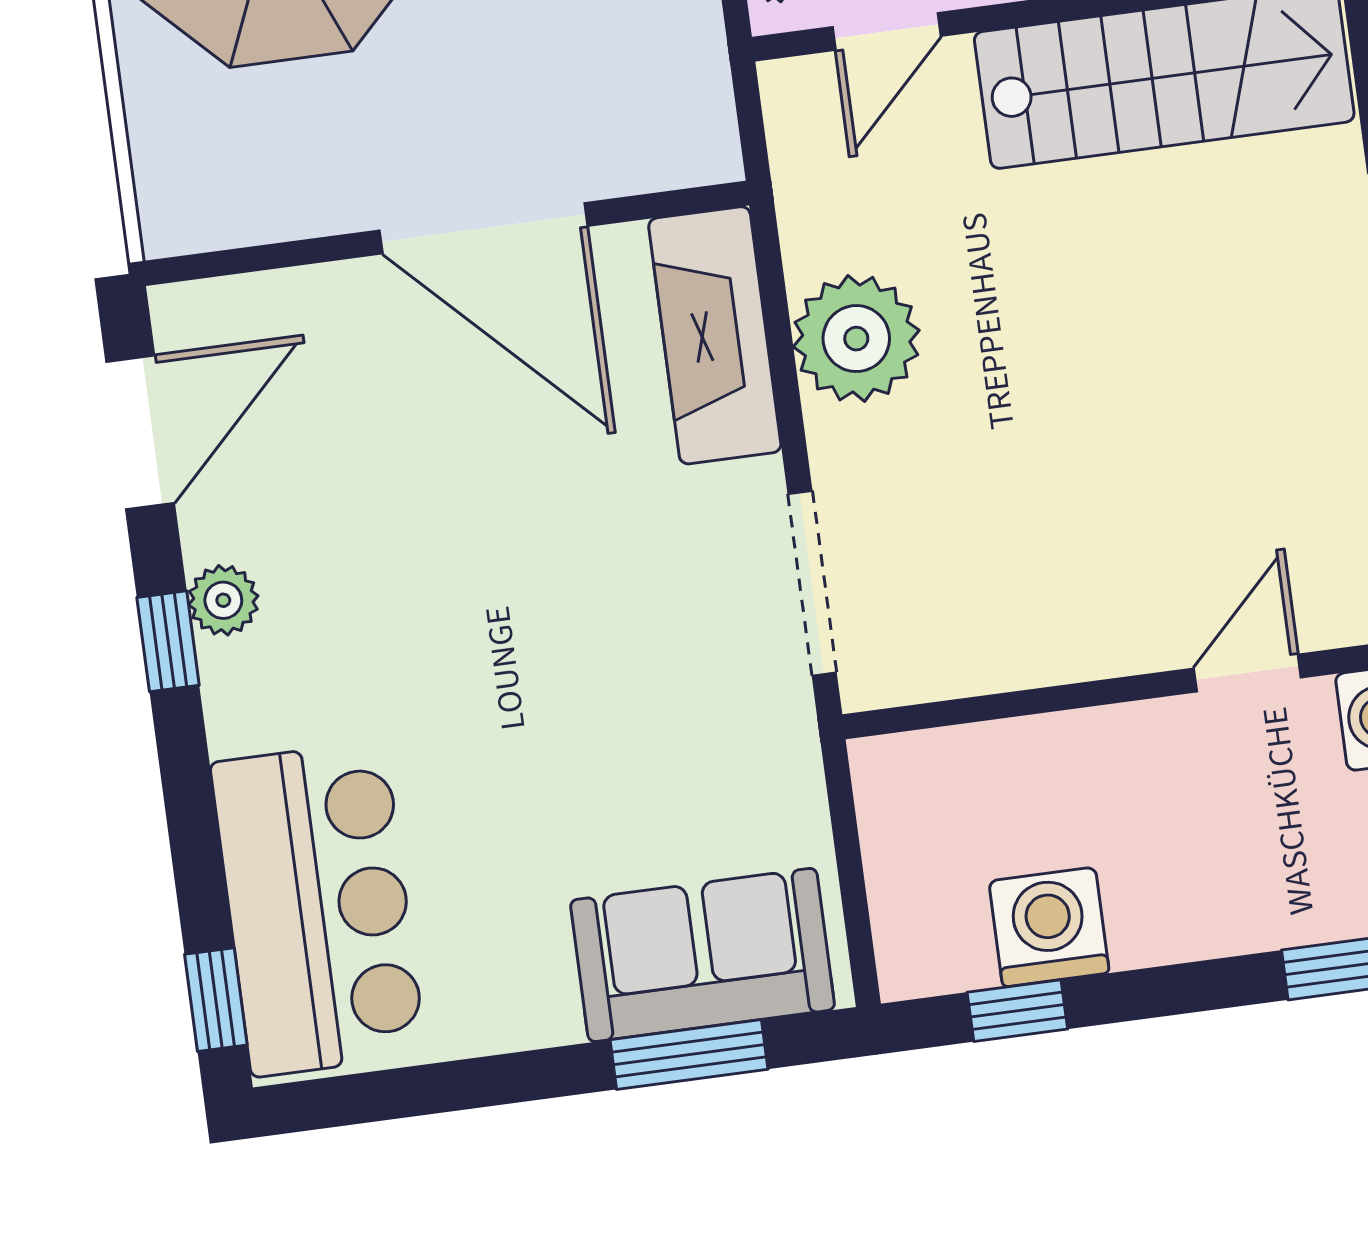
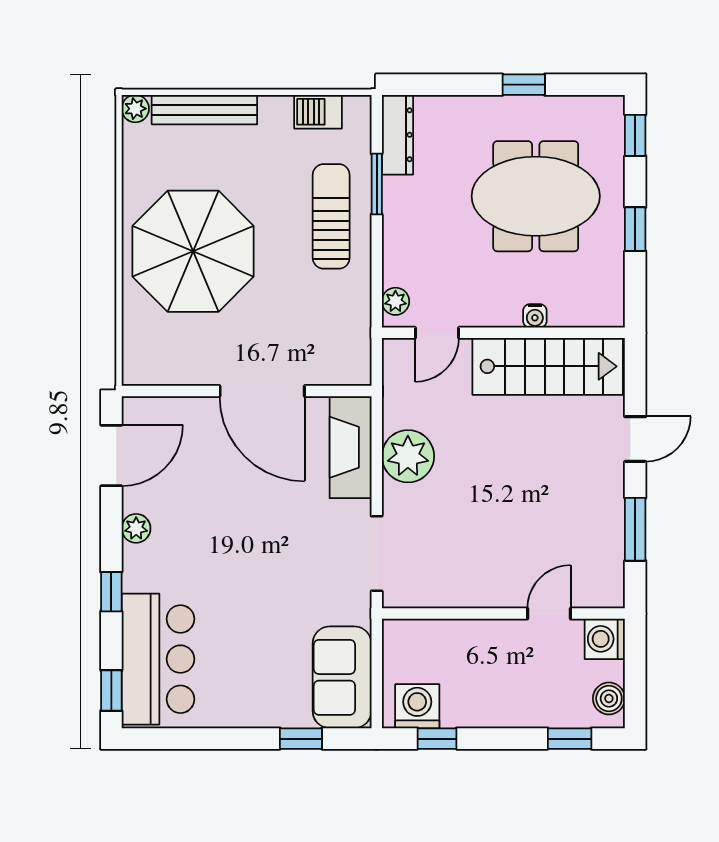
window: (168, 641) -> (111, 592), moved
washing machine: (1049, 927) -> (417, 706), moved
sofa: (703, 955) -> (342, 677), moved, turned -90
window: (689, 1054) -> (301, 739), width x0.67

